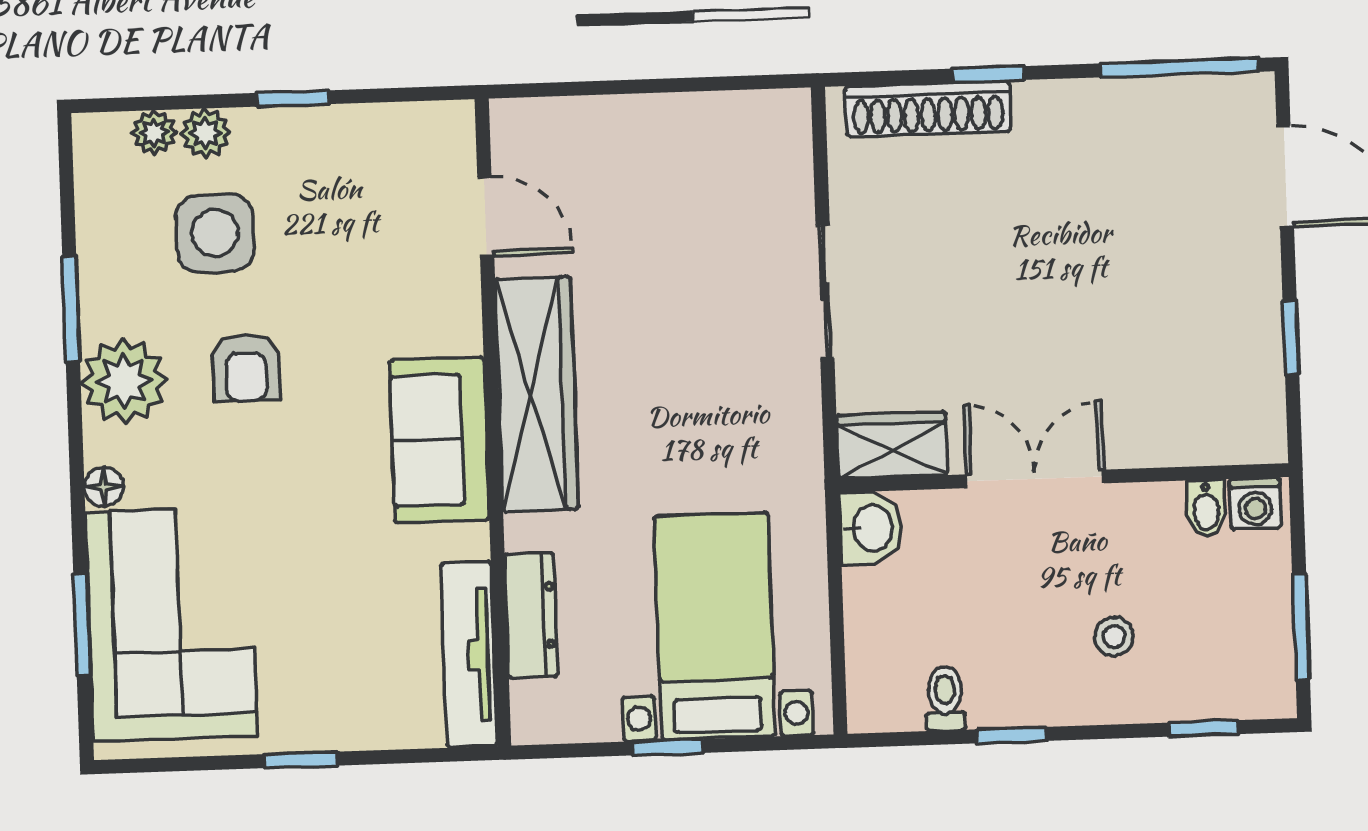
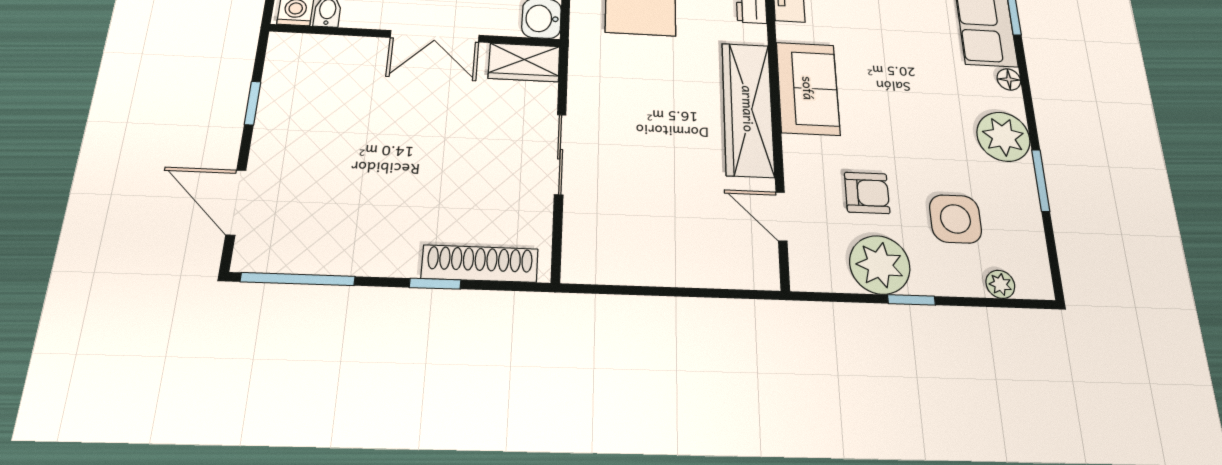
plant: (205, 133) -> (880, 265), moved, width x1.88, depth x1.88
armchair: (246, 368) -> (867, 193), moved, turned 90

